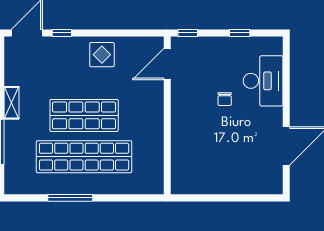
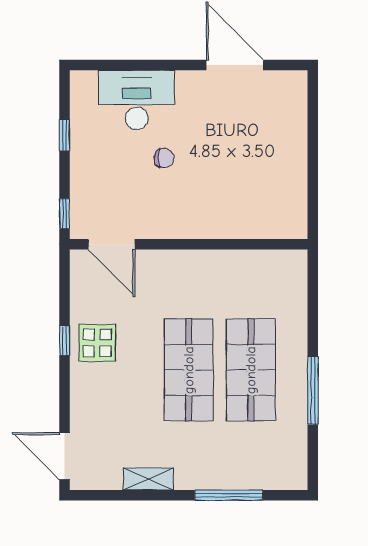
window: (62, 33) -> (65, 341), moved
shelving: (12, 103) -> (148, 479), moved
shop shelf: (84, 157) -> (251, 370), width x0.71

